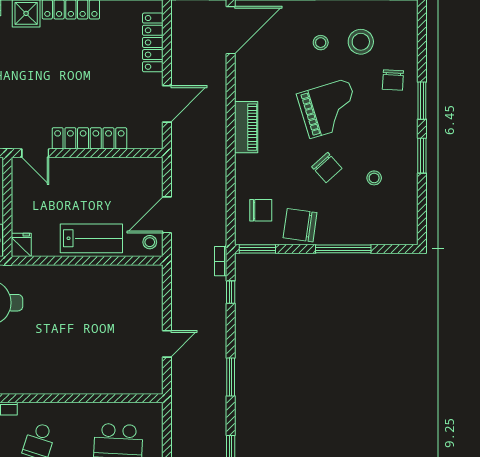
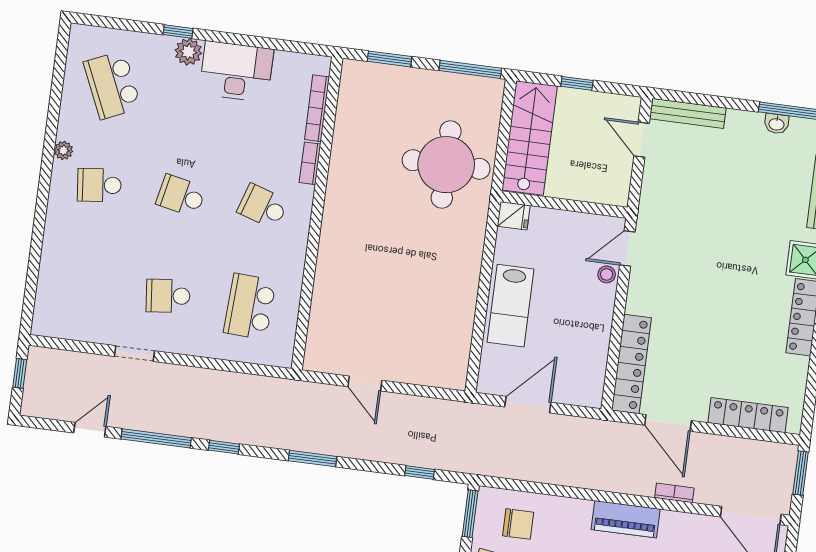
locker: (89, 138) -> (631, 364), moved
chair: (261, 210) -> (518, 524), turned -90
door: (167, 215) -> (528, 405), hinge flipped
stool: (150, 242) -> (607, 274), moved
bookcase: (221, 261) -> (674, 493), moved

